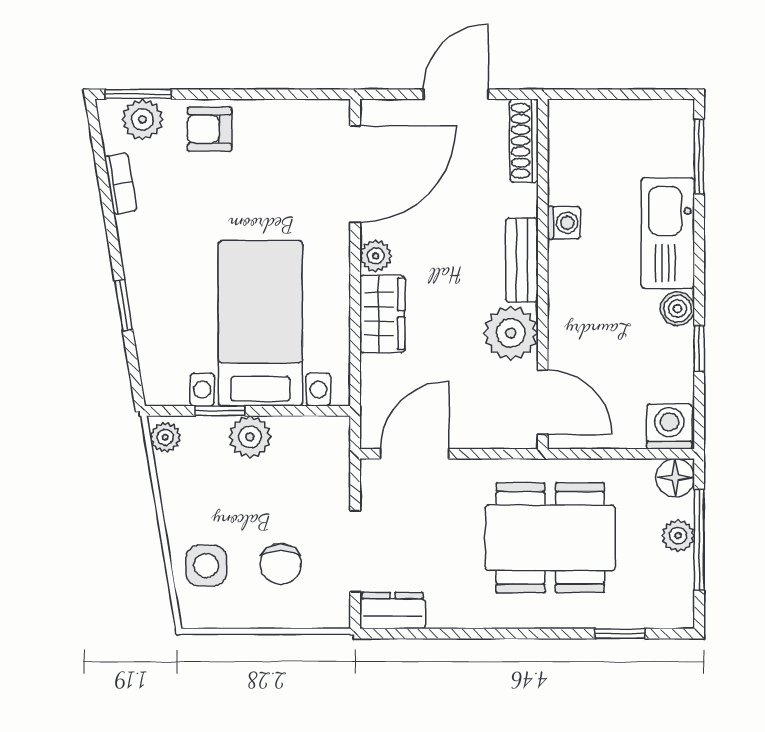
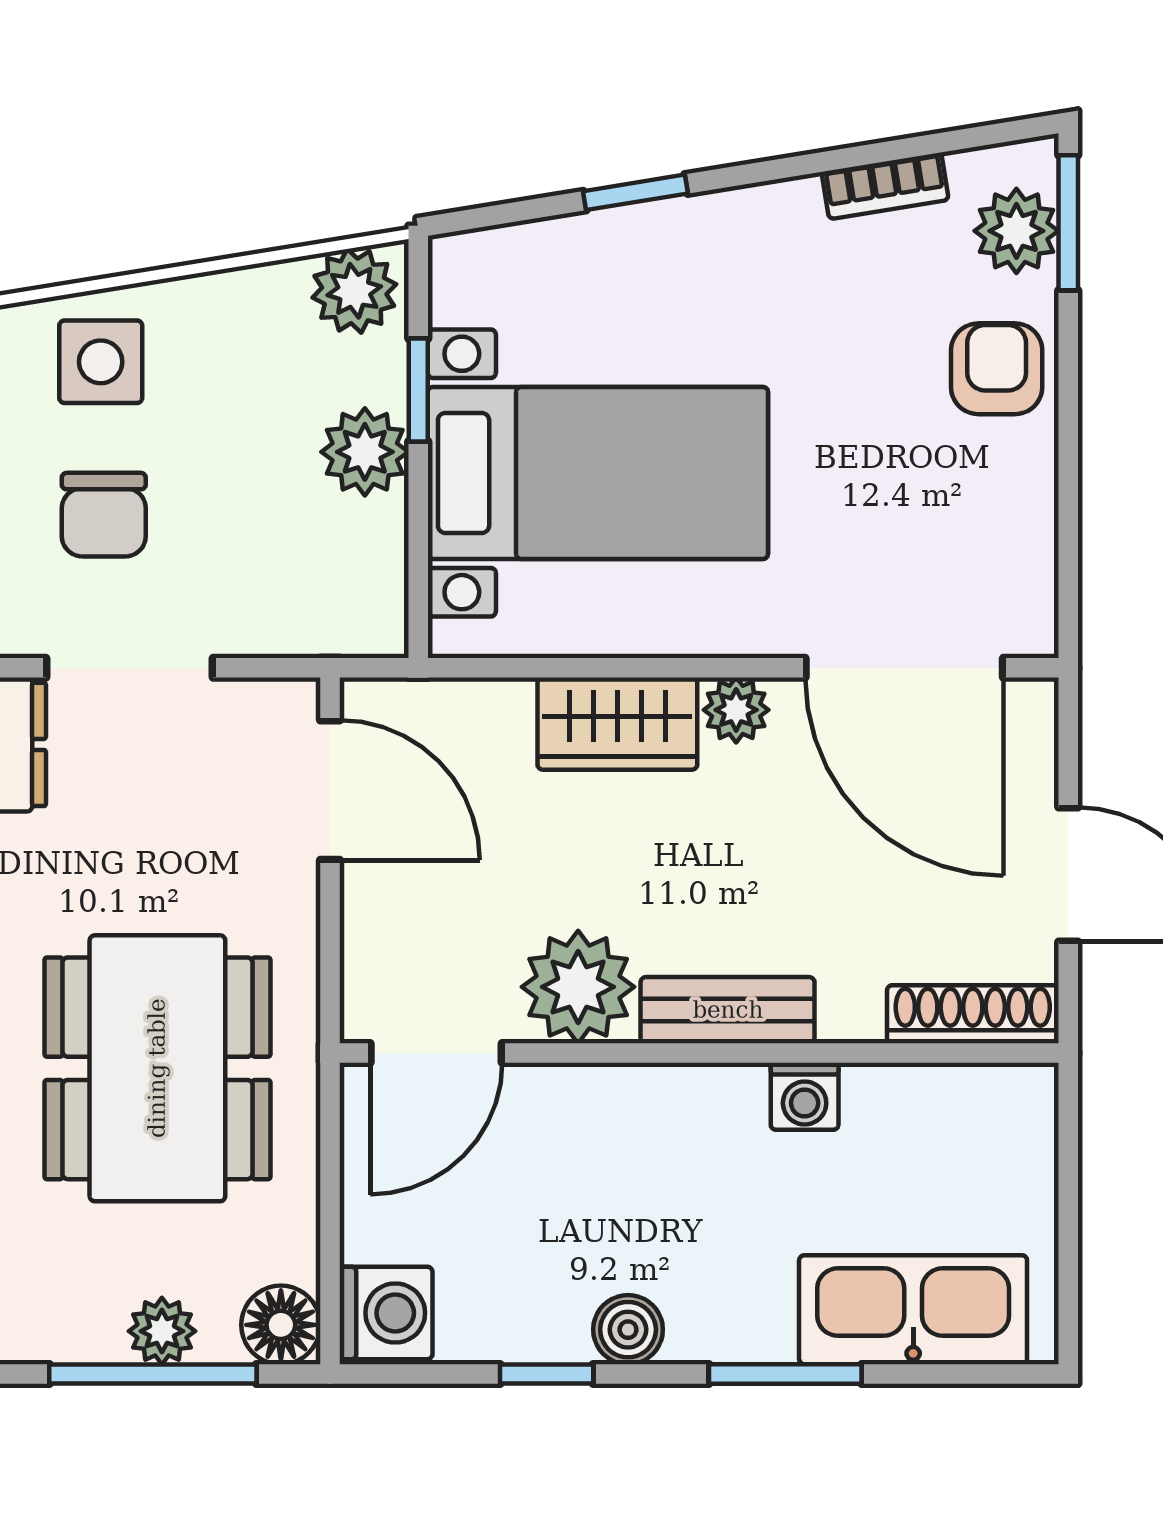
window: (699, 156) -> (785, 1374), moved
kitchen sink: (668, 233) -> (913, 1310), moved
plant: (165, 437) -> (354, 291), width x1.38, depth x1.38
chair: (281, 564) -> (104, 515), turned -90

